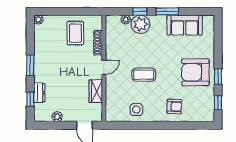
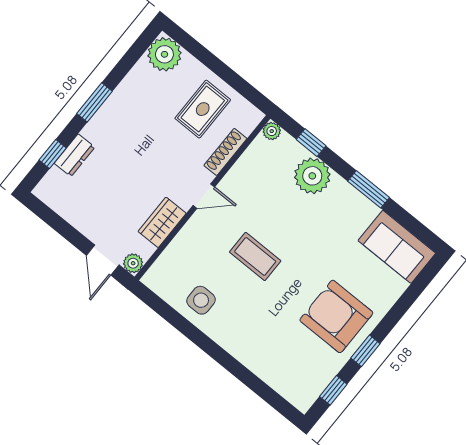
window: (140, 11) -> (311, 143), moved
plant: (38, 20) -> (164, 54), width x1.87, depth x1.87
plant: (126, 20) -> (272, 131), moved
sofa: (185, 25) -> (397, 247), moved
armchair: (174, 106) -> (262, 342), removed
plant: (57, 117) -> (133, 263), moved

